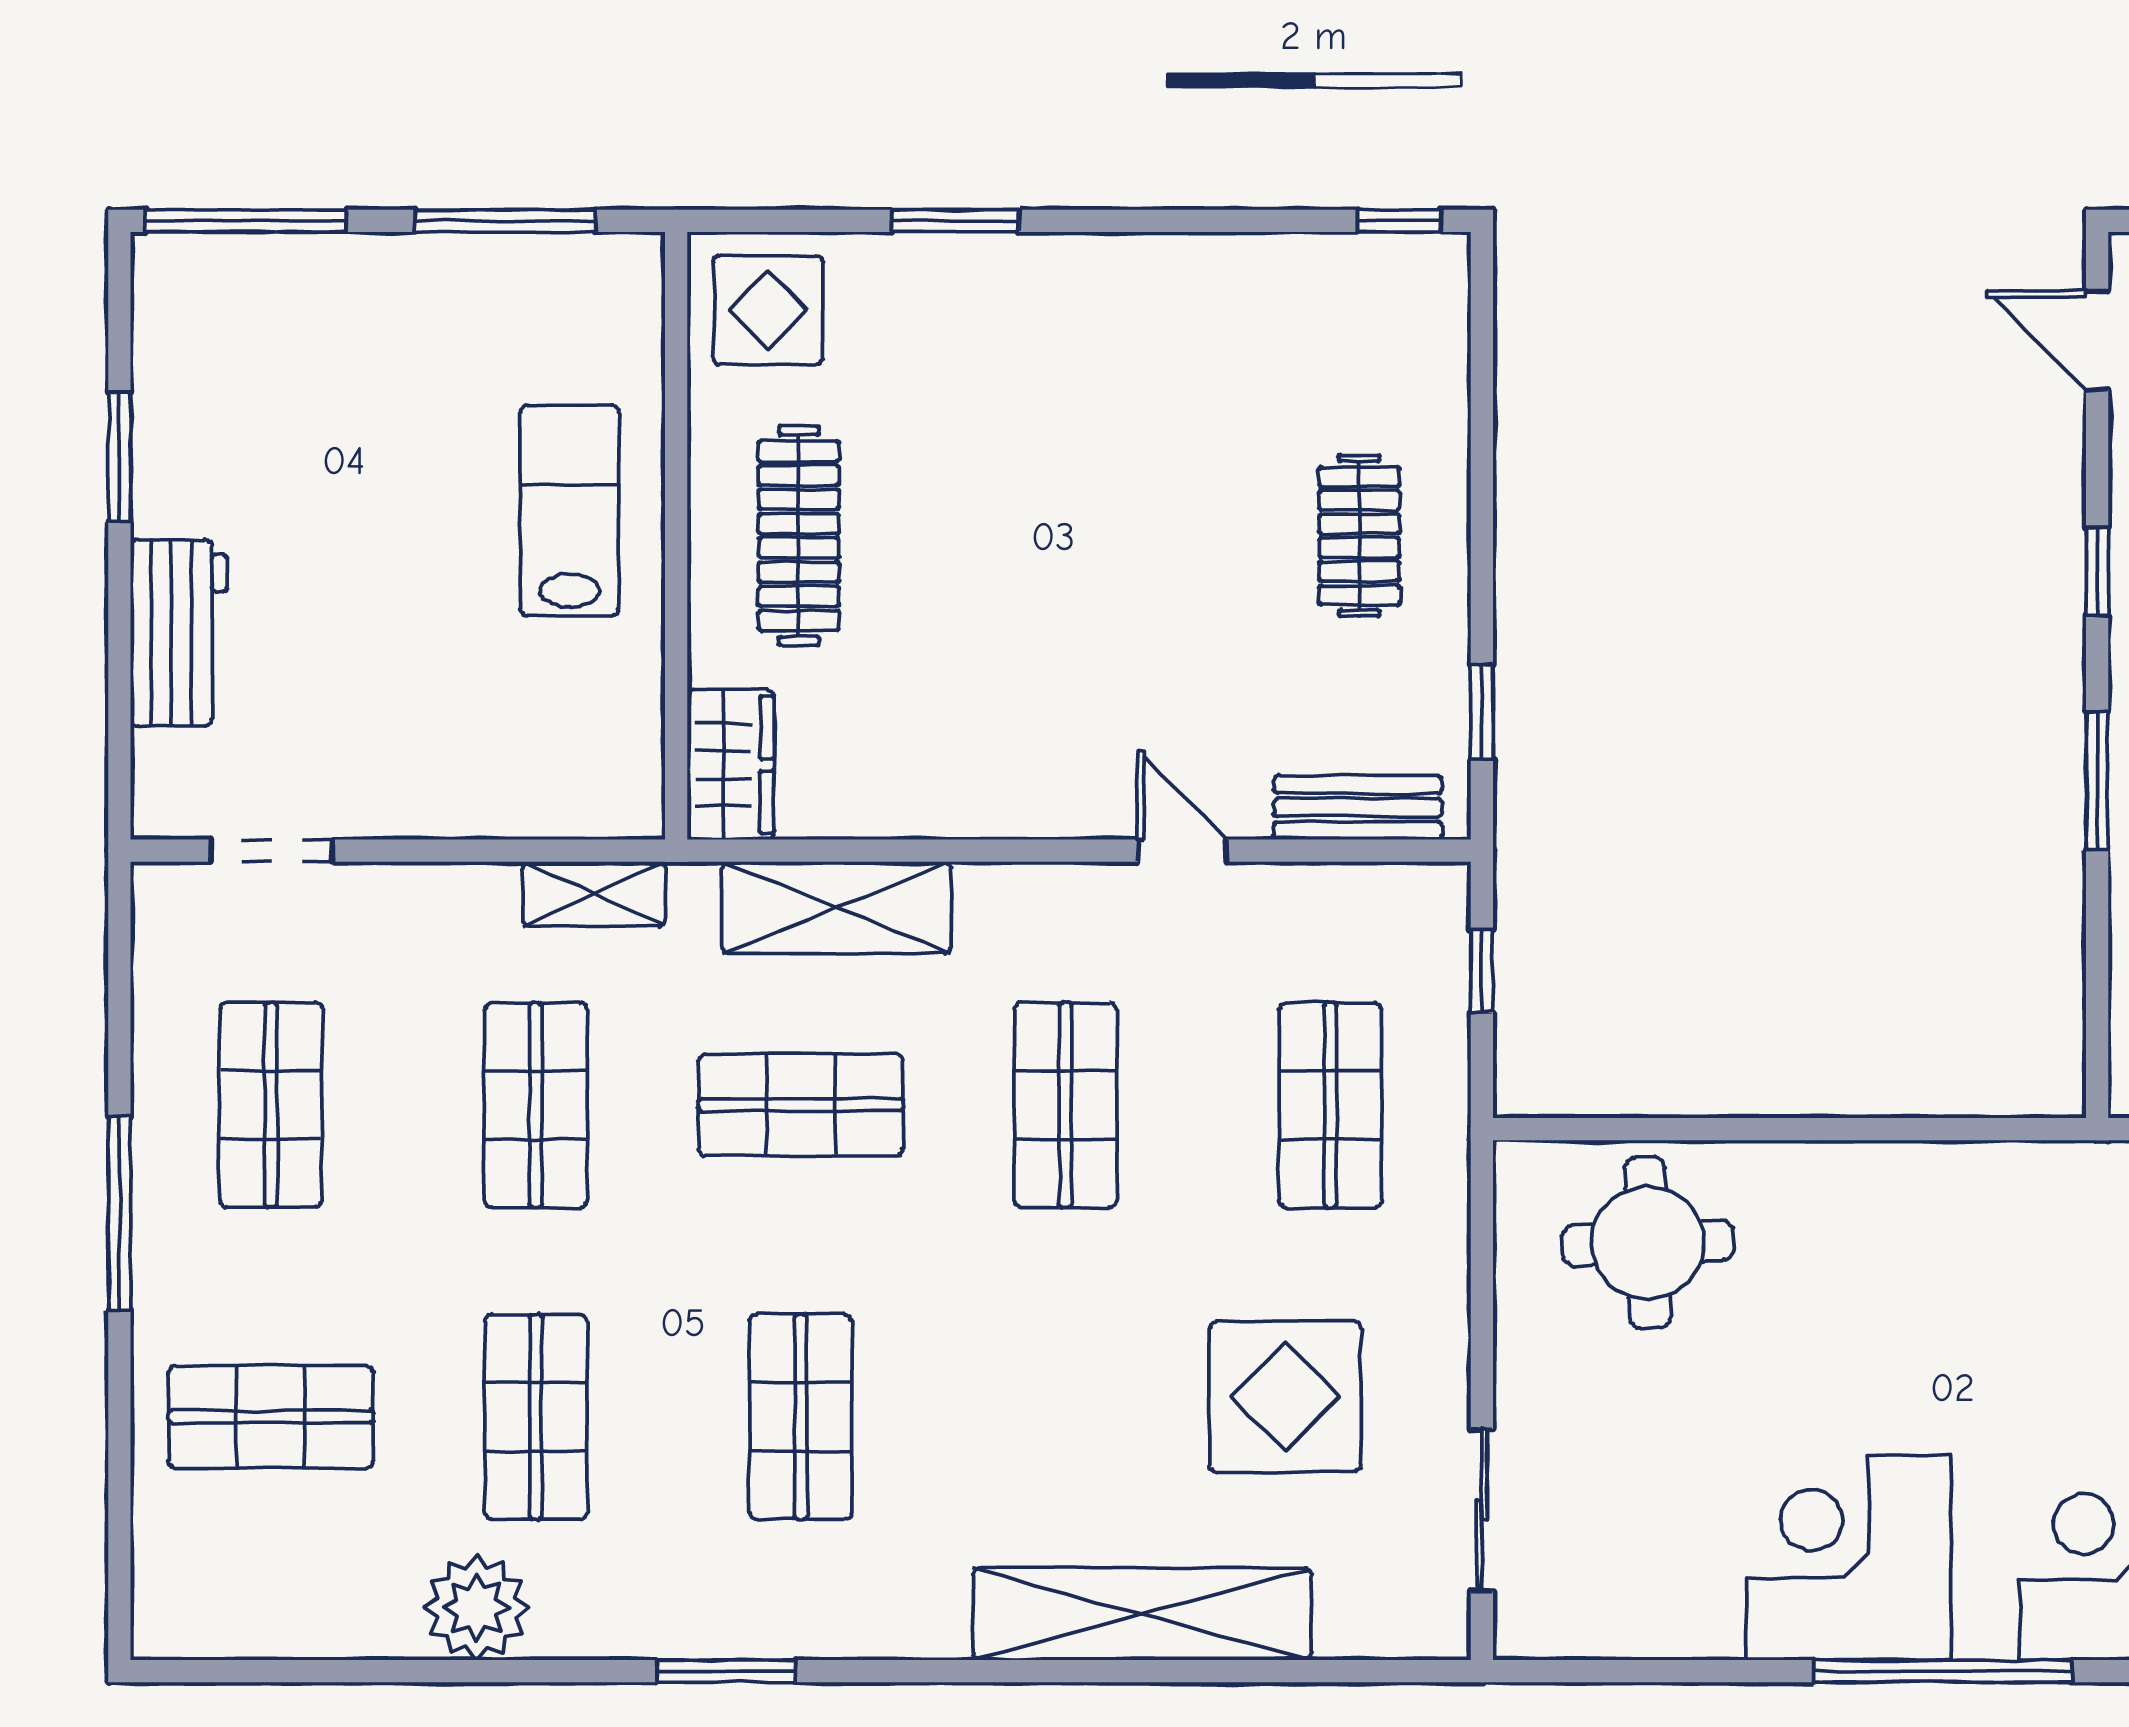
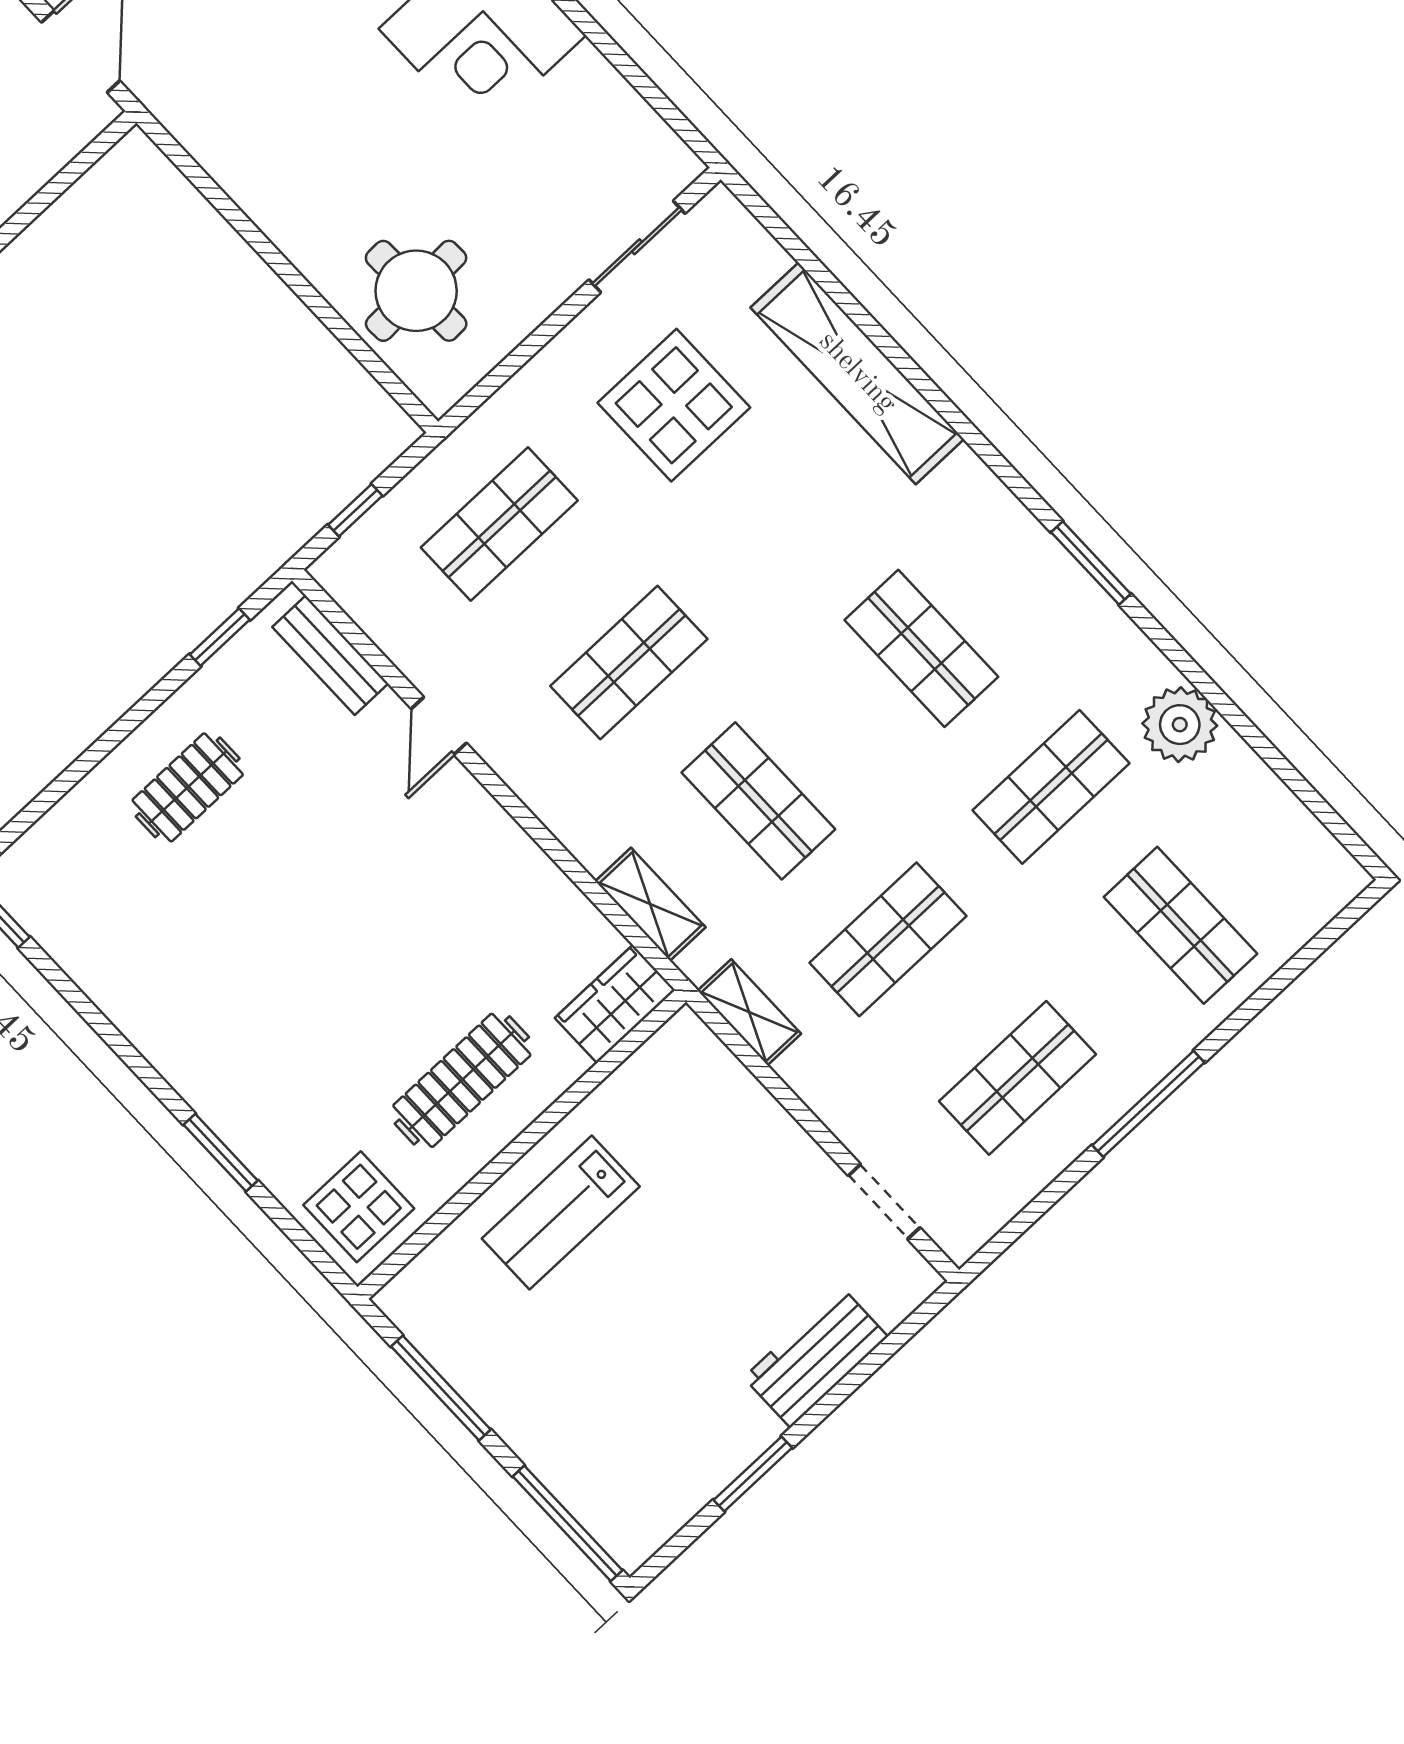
shelving: (836, 908) -> (650, 904), width x0.67, depth x0.75
shop shelf: (801, 1417) -> (921, 648), turned 90

